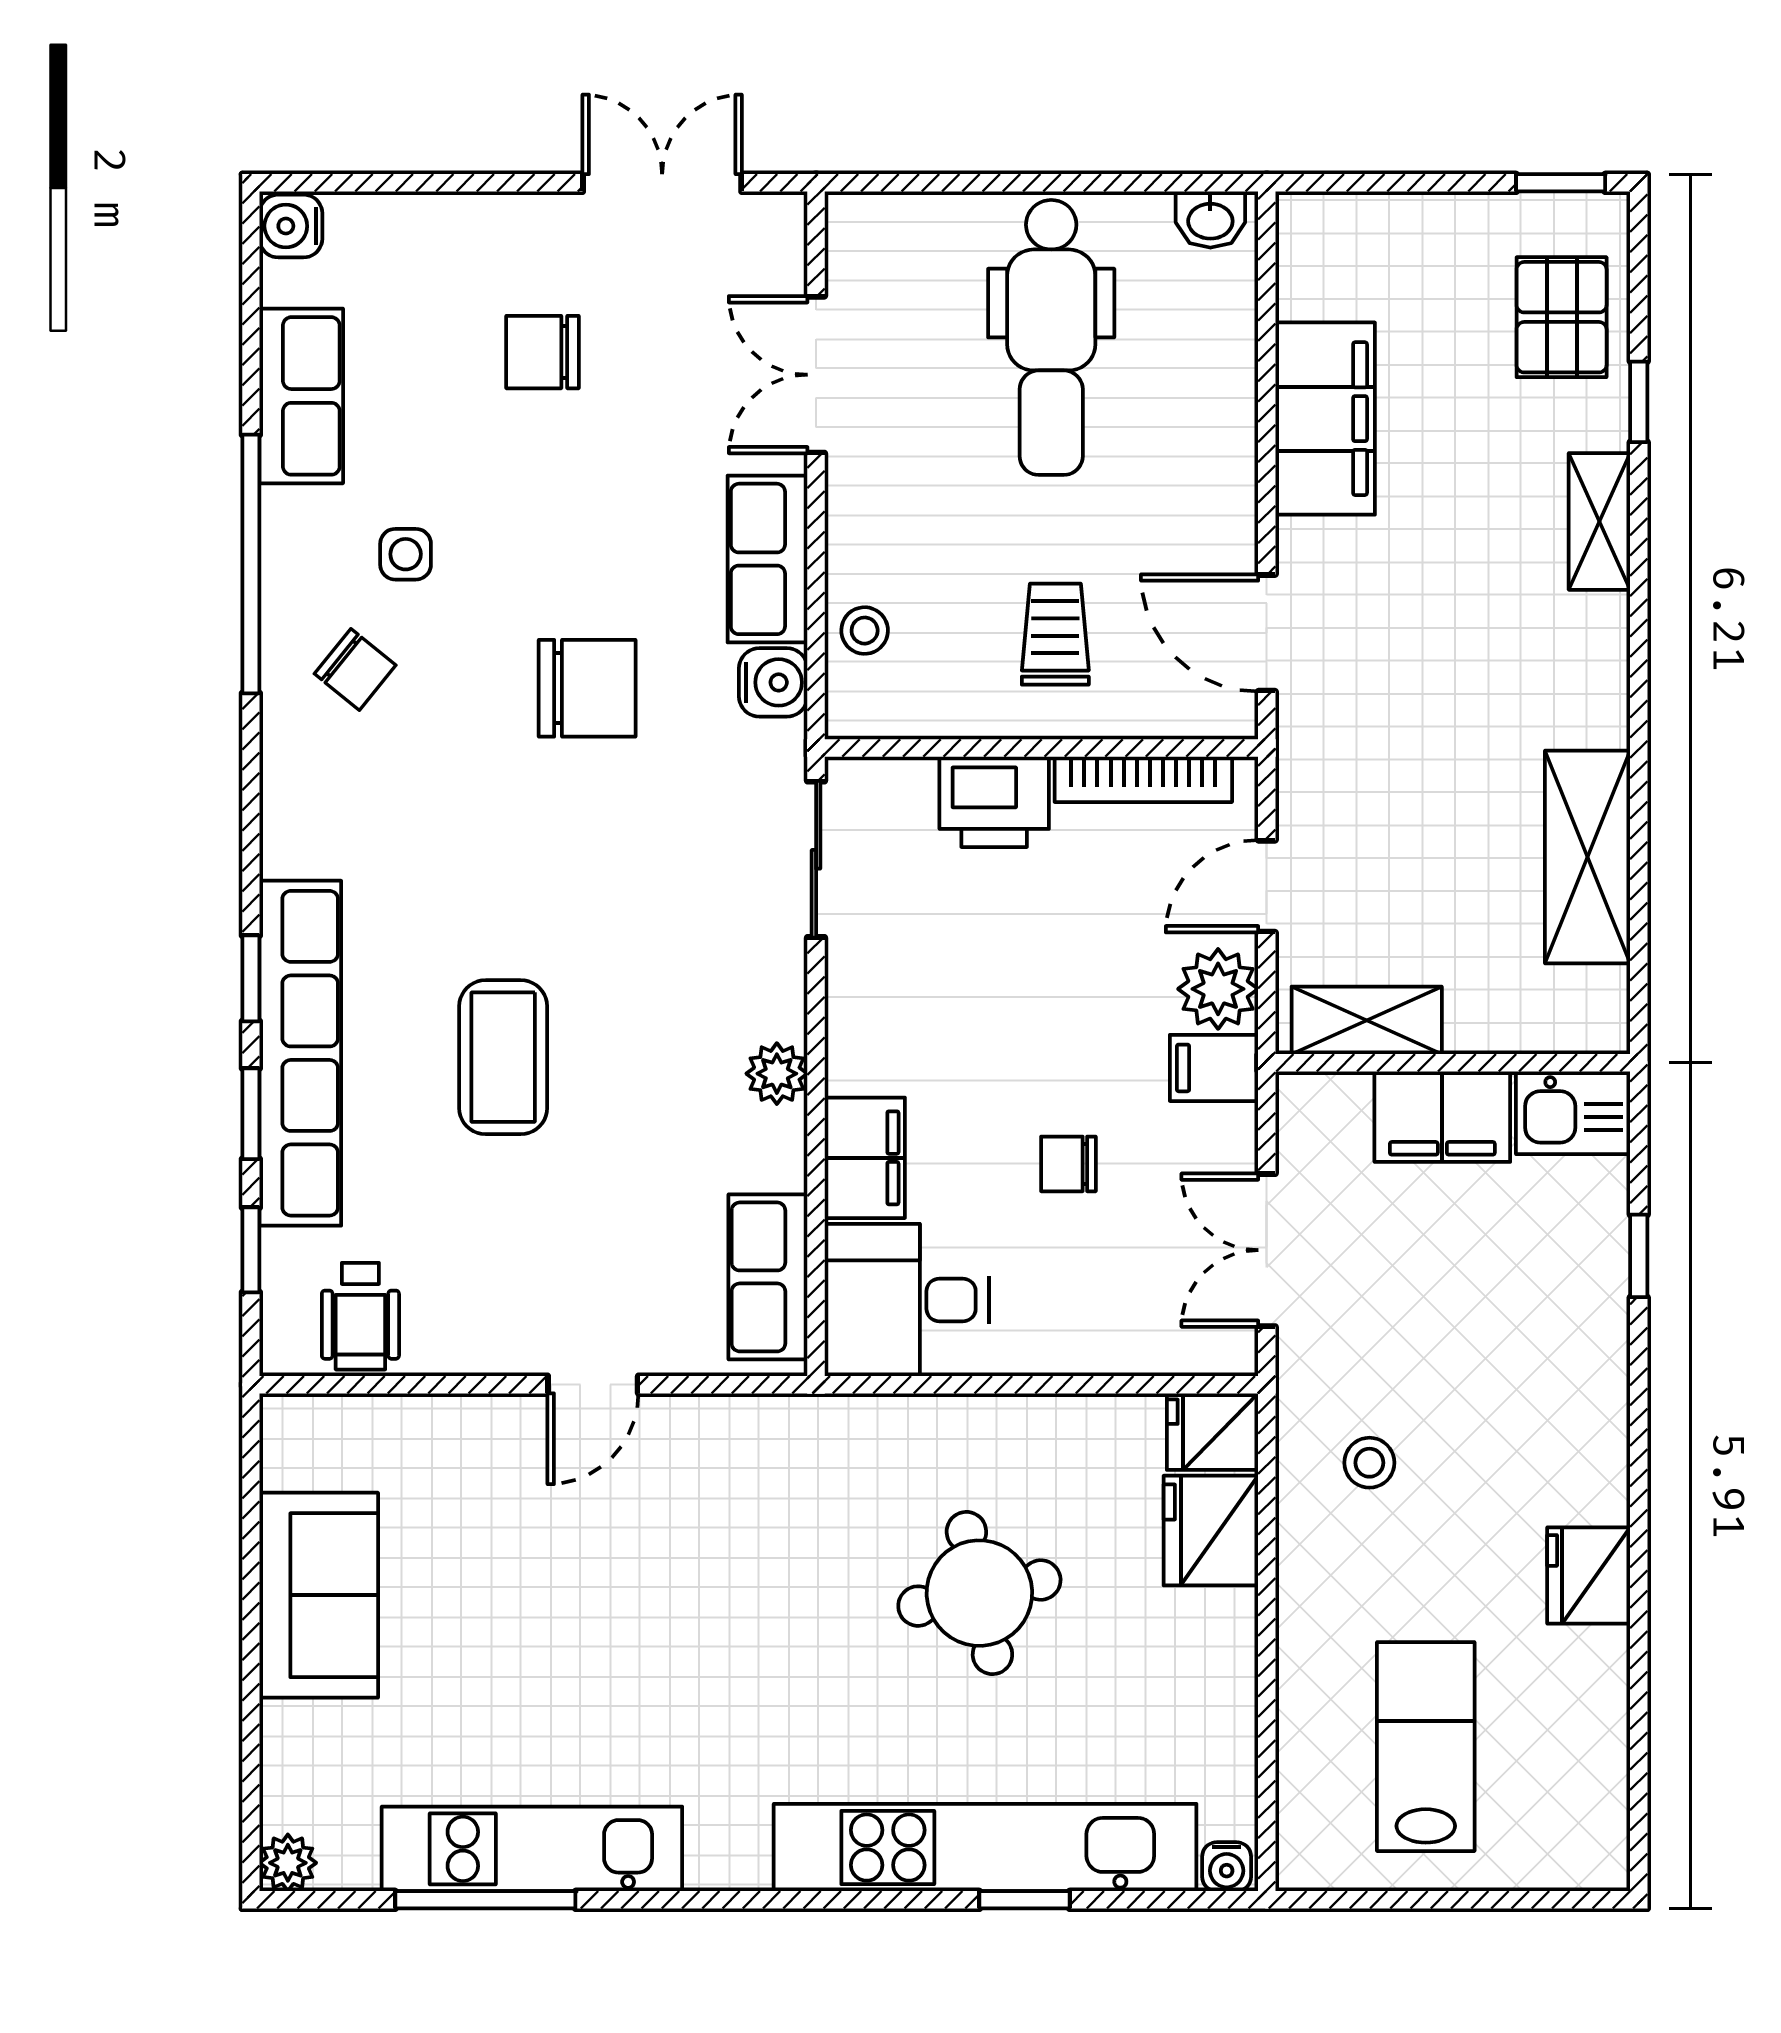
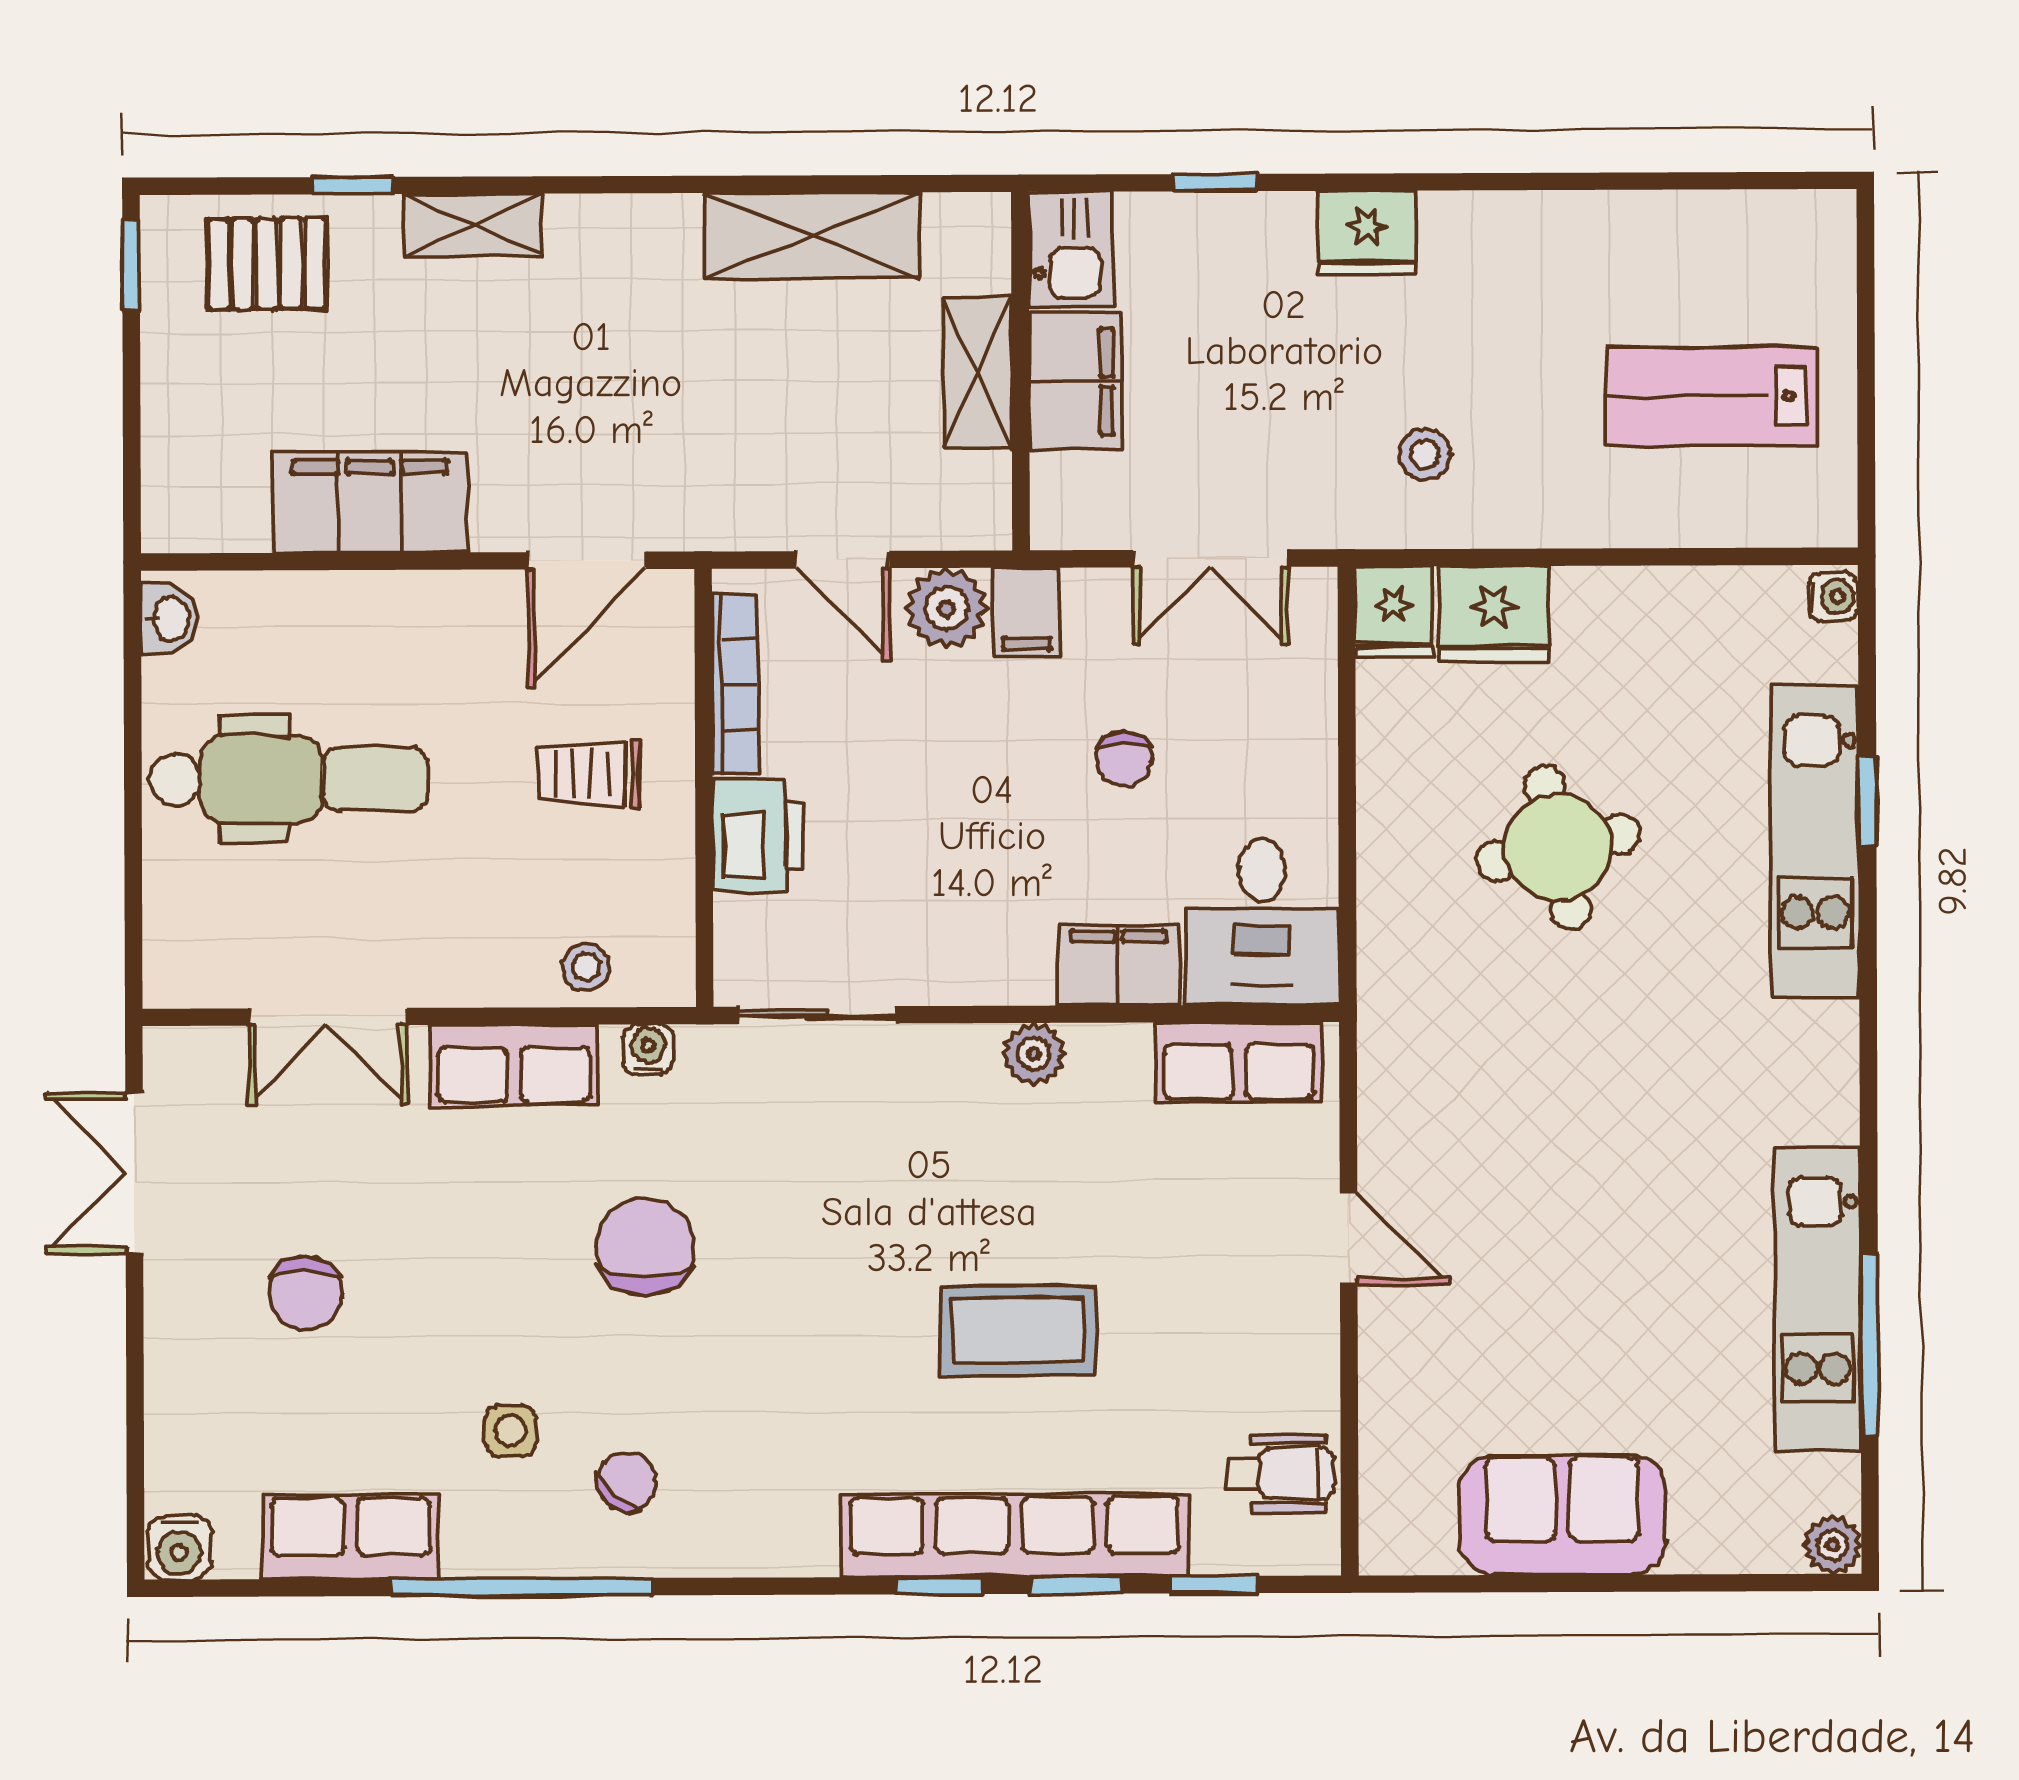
water cooler: (773, 682) -> (648, 1049), width x0.72, depth x0.72
shelving: (1367, 1020) -> (978, 373), moved
fridge: (1589, 1575) -> (1367, 233), moved
kitchen unit: (985, 1848) -> (1815, 841), width x0.73

